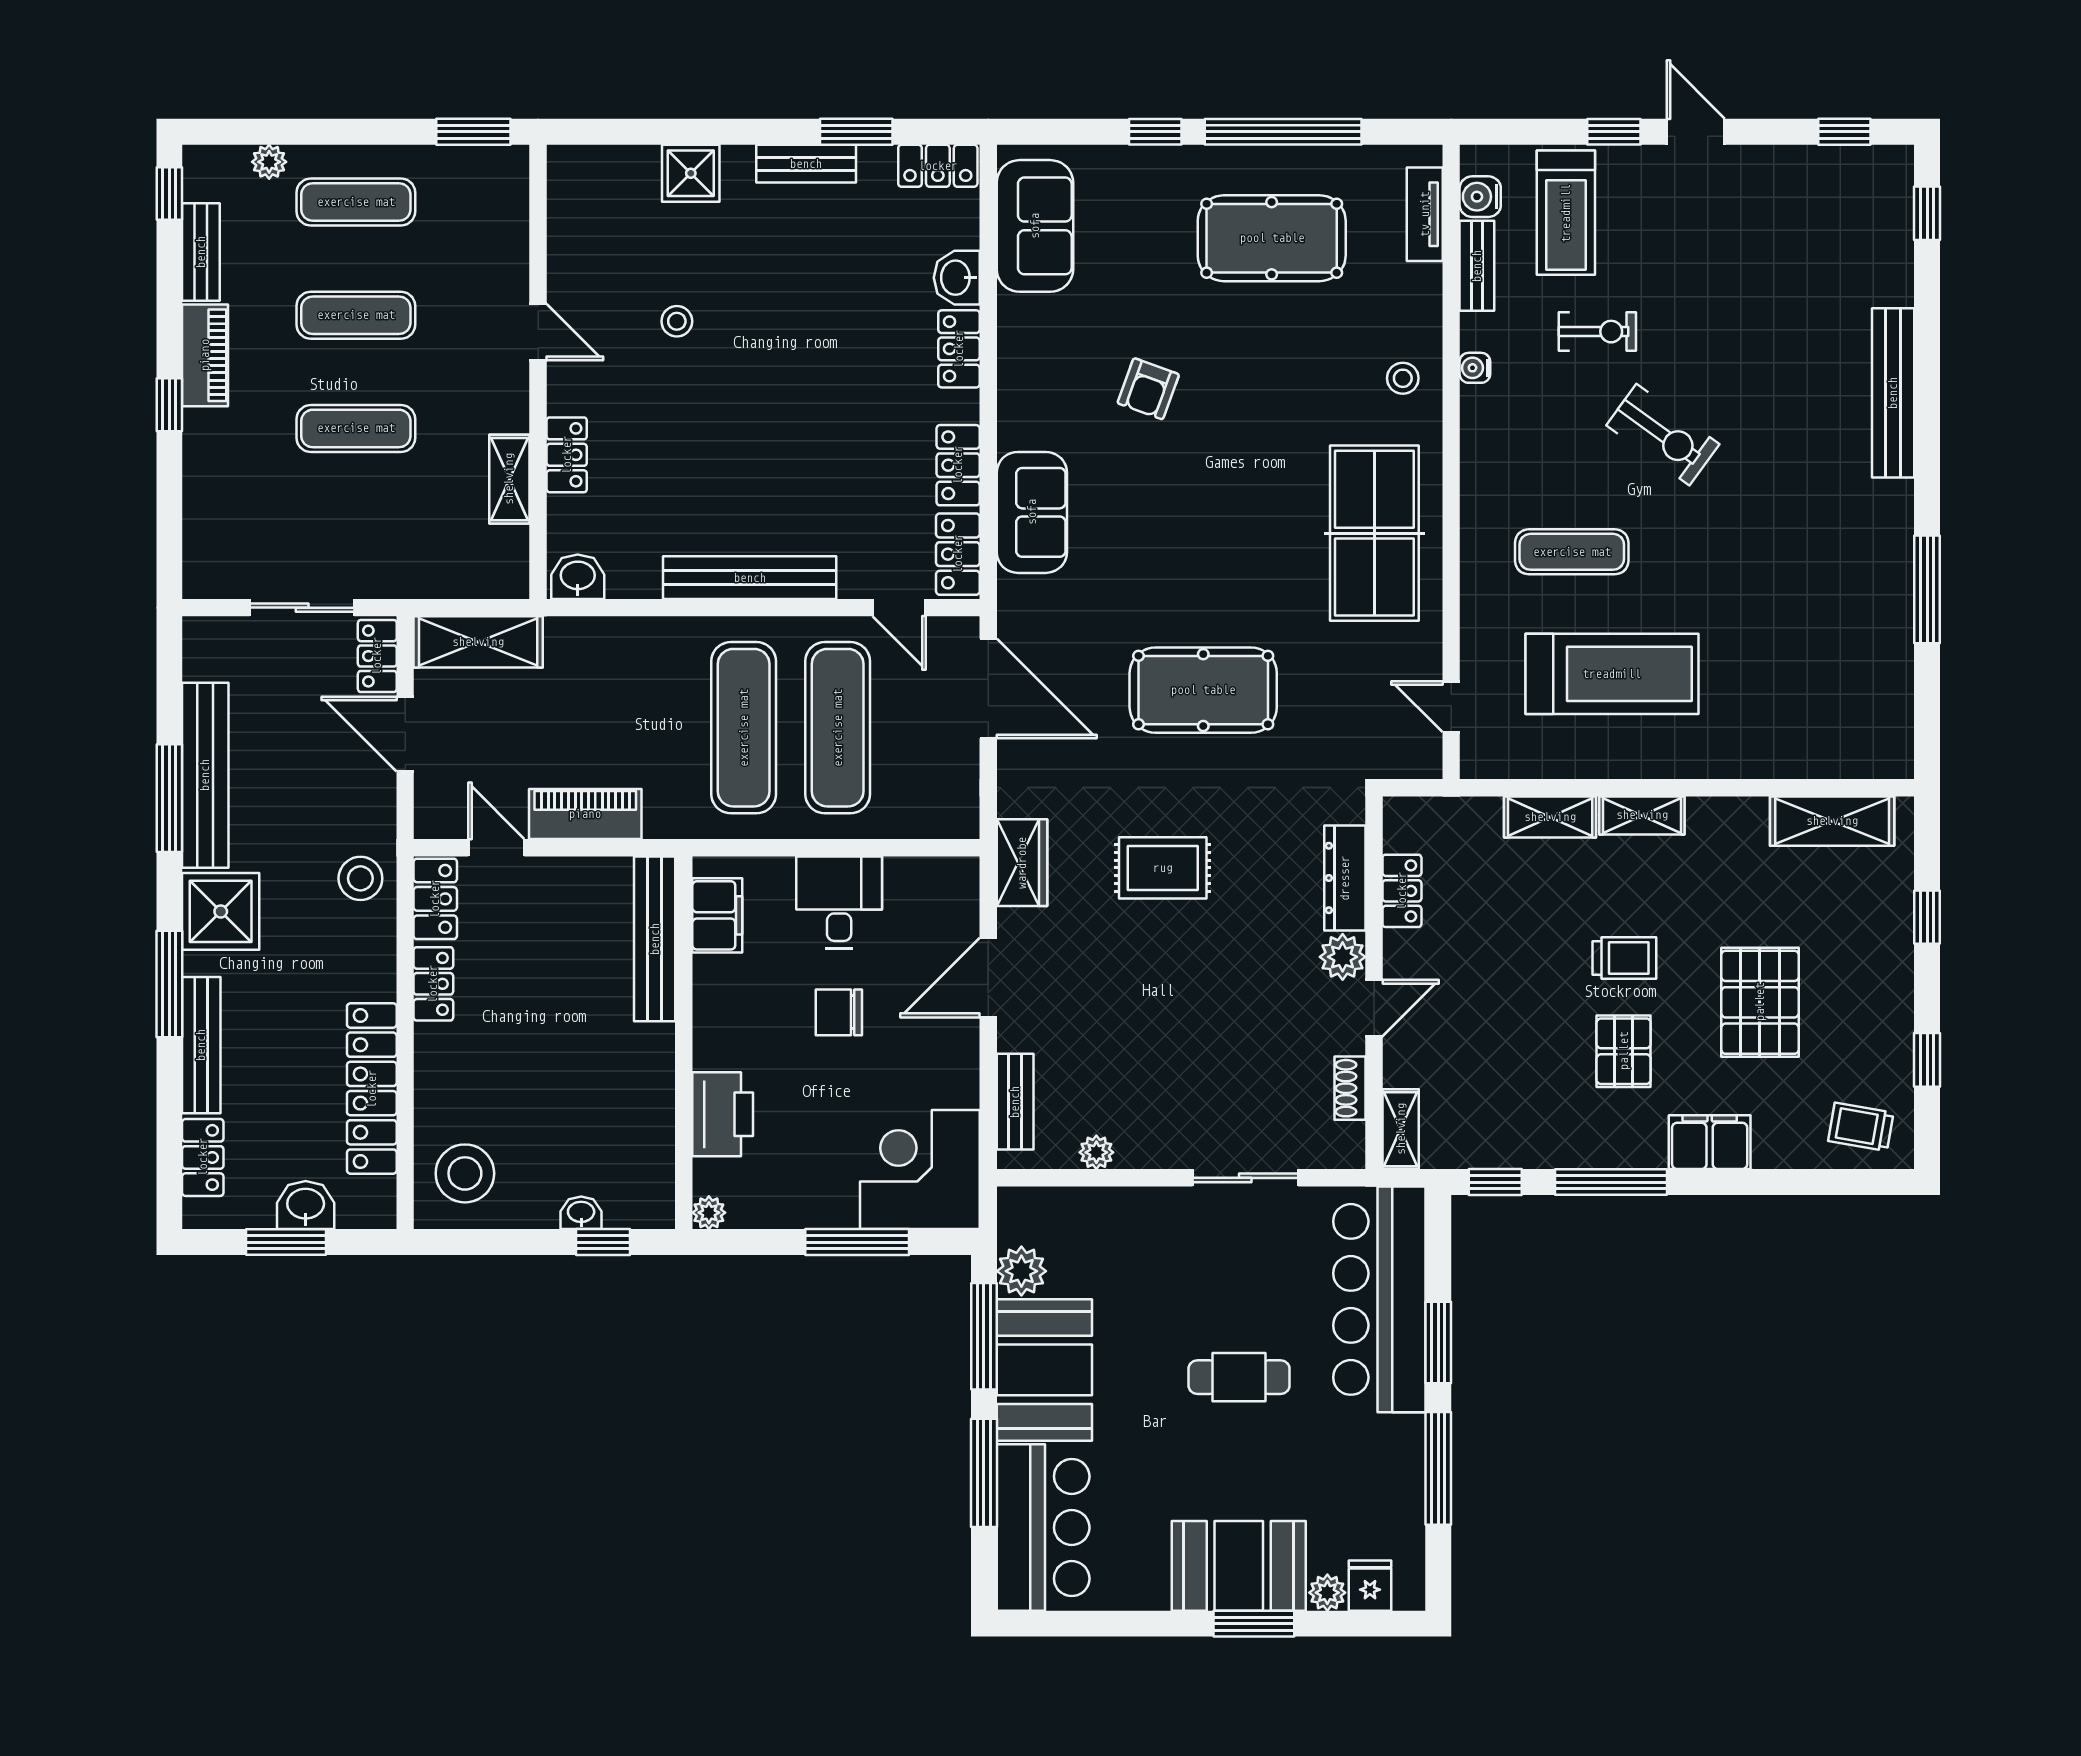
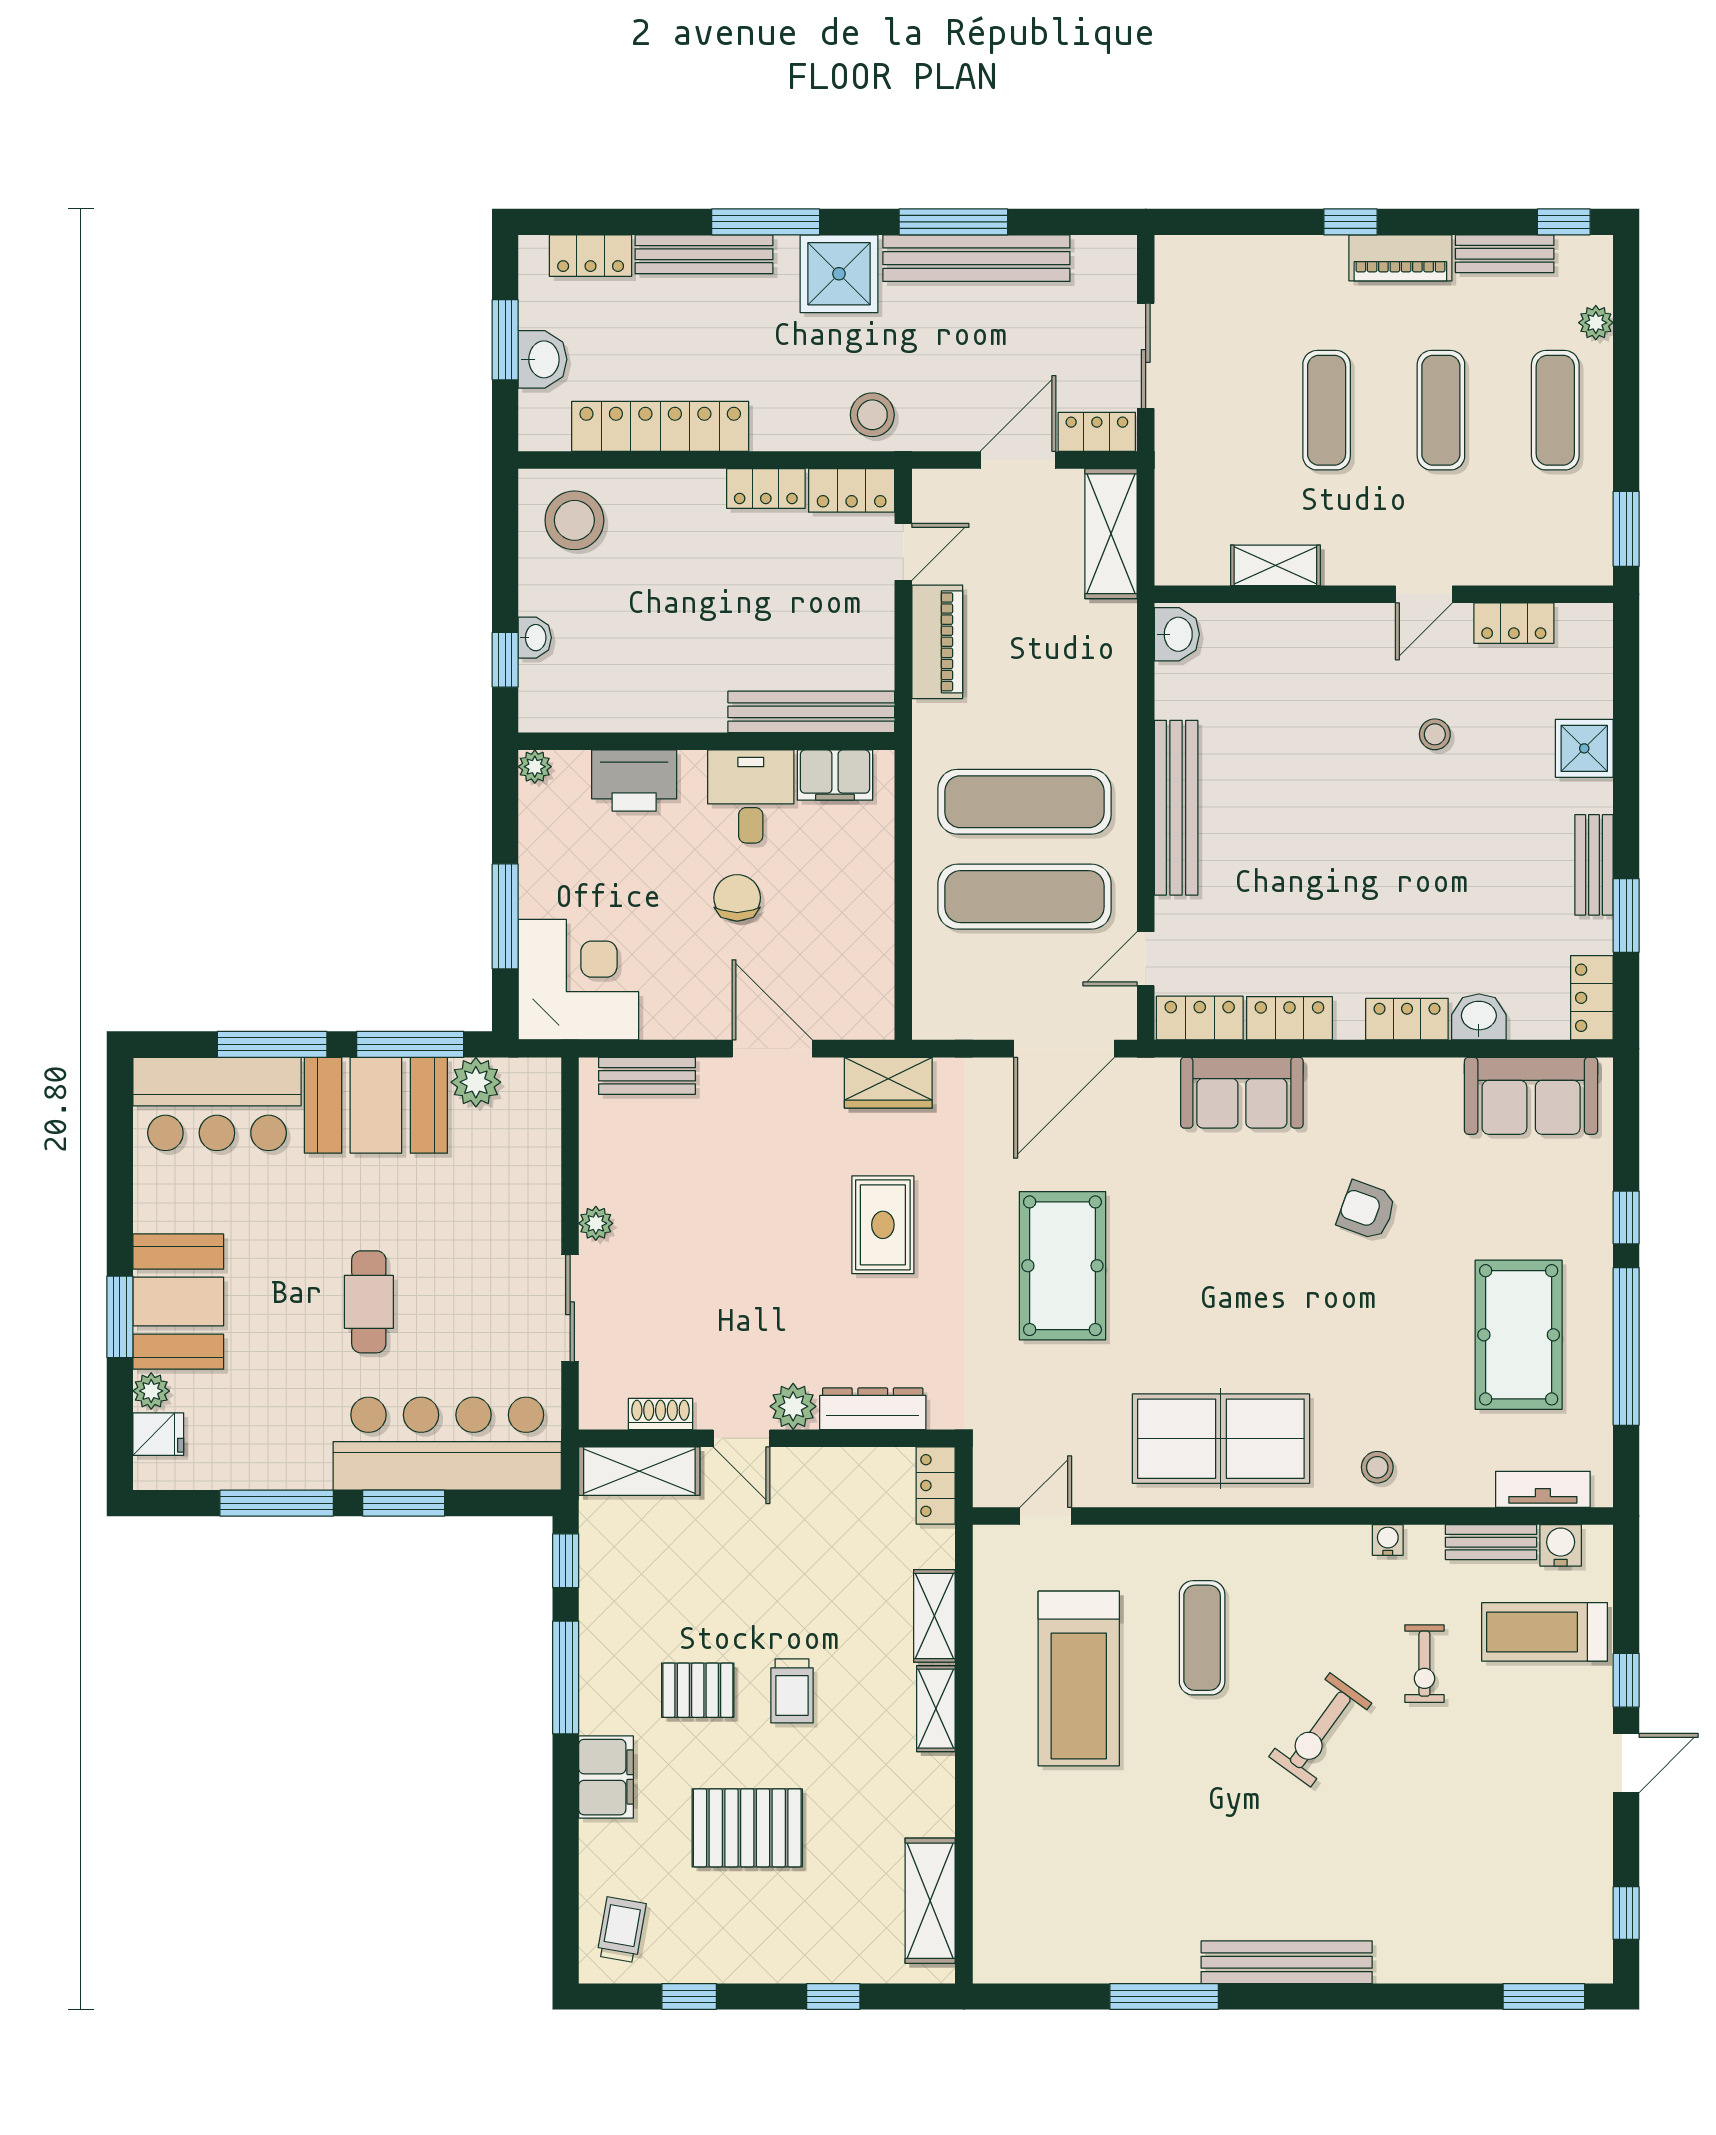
window: (1927, 213) -> (1544, 1997), width x1.50
bench: (1893, 393) -> (1287, 1962), moved
locker: (567, 455) -> (1514, 623), moved
locker: (1402, 891) -> (936, 1486), moved, turned 90
desk: (839, 902) -> (751, 796), moved, turned -90
shelving: (1401, 1129) -> (639, 1471), width x1.50, depth x1.33
plant: (1096, 1152) -> (596, 1223), moved

